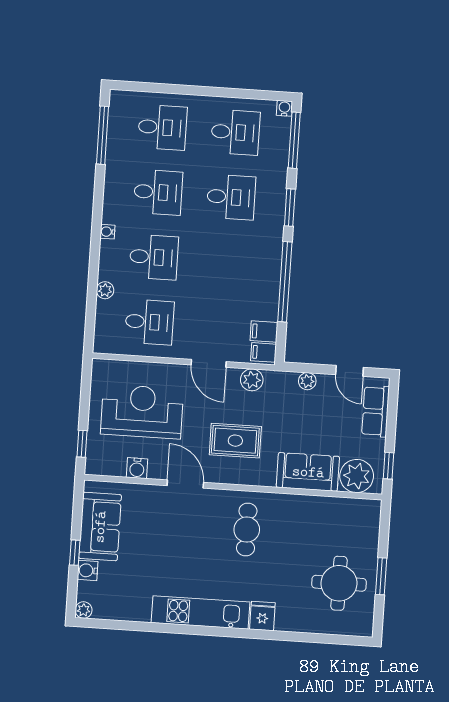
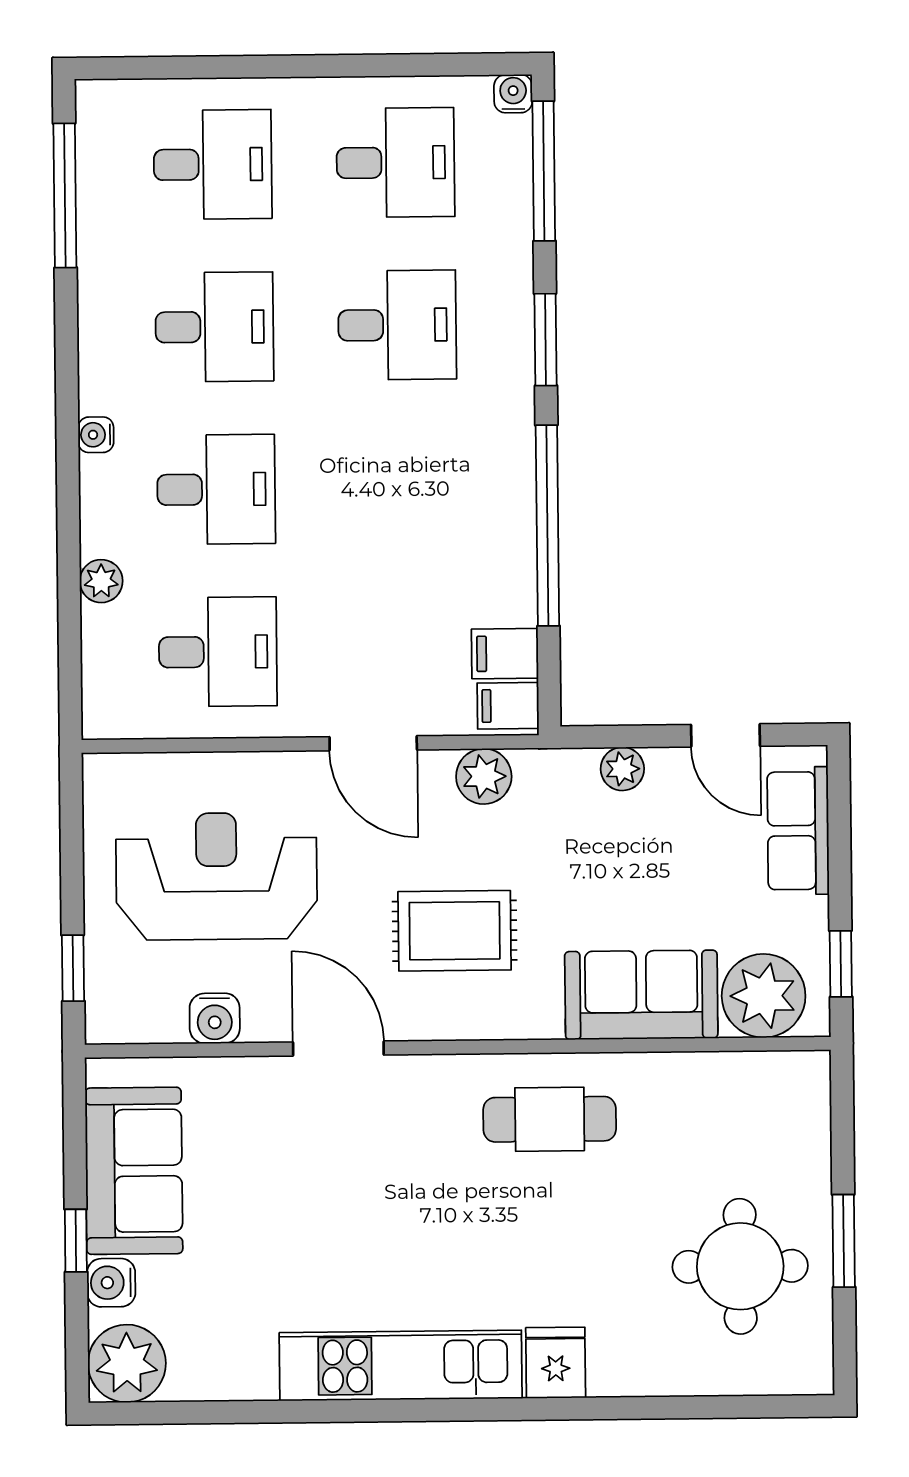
cafe table: (247, 530) -> (550, 1119), moved, turned 90
plant: (84, 610) -> (127, 1364), width x1.88, depth x1.88

